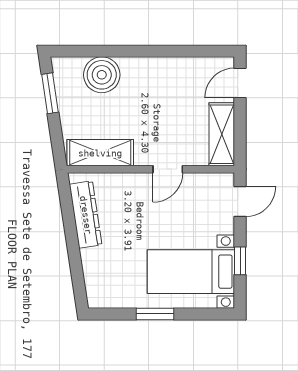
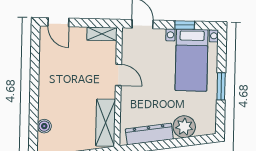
boiler: (102, 75) -> (44, 126), width x0.54, depth x0.54
shelving: (222, 134) -> (102, 34), width x0.67, depth x0.75
plant: (97, 263) -> (184, 127), added

